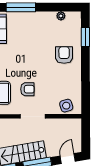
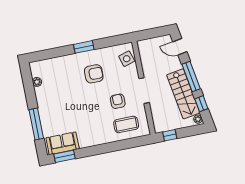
window: (85, 37) -> (84, 47), moved
armchair: (64, 55) -> (94, 74), moved, turned 180

